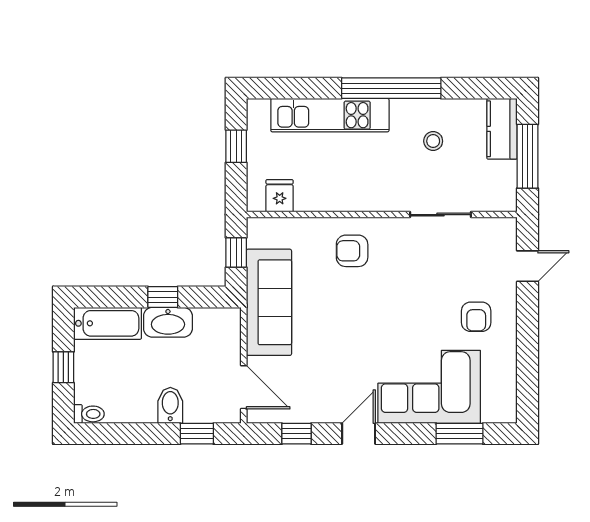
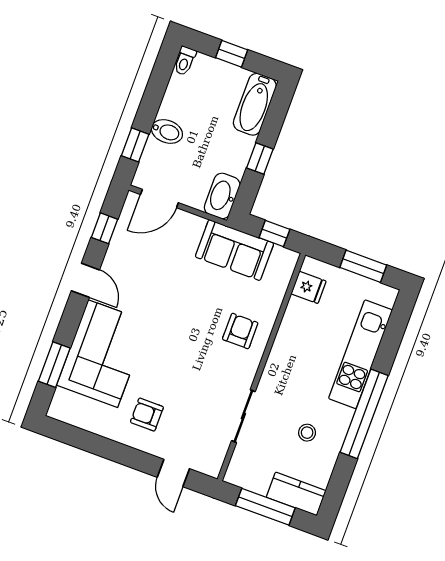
window: (236, 146) -> (363, 266), width x1.50
sofa: (269, 302) -> (234, 250), width x0.73
washbasin: (168, 322) -> (222, 196), moved

